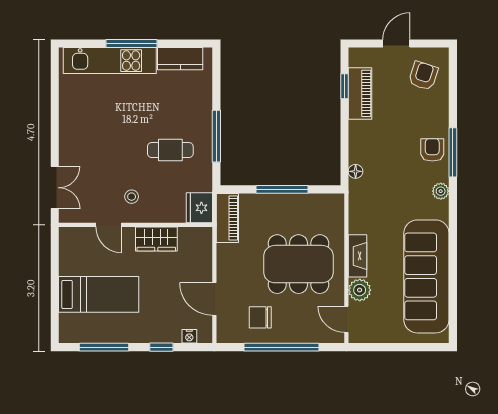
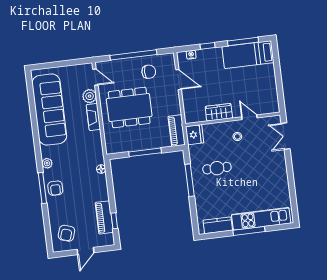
bed: (99, 294) -> (248, 55), moved

